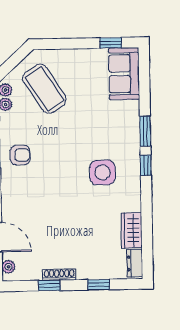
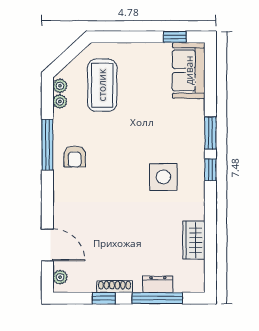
coffee table: (44, 89) -> (102, 85), turned 33
armchair: (20, 155) -> (75, 157), turned 90
dresser: (135, 263) -> (158, 284), moved, turned 90
window: (99, 285) -> (157, 298), width x2.17

